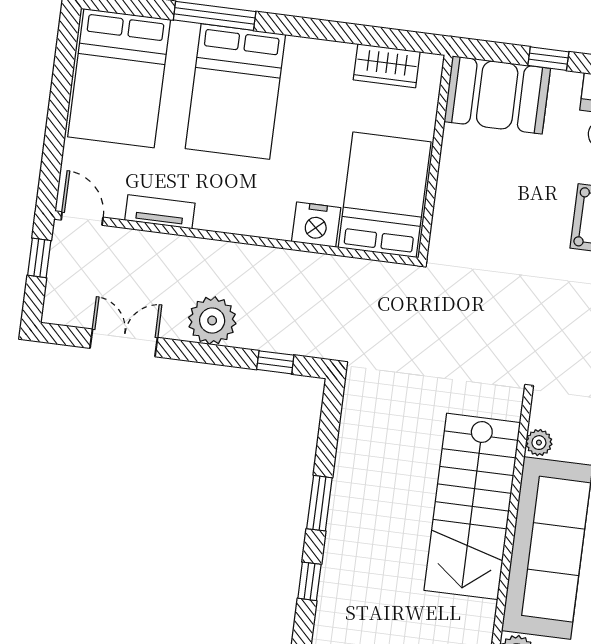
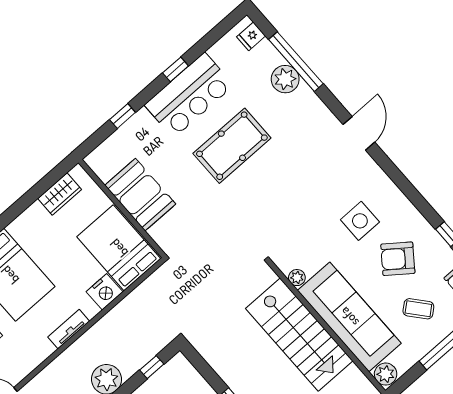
booth: (497, 95) -> (140, 195), moved, turned 90
tv unit: (160, 212) -> (69, 329), moved

